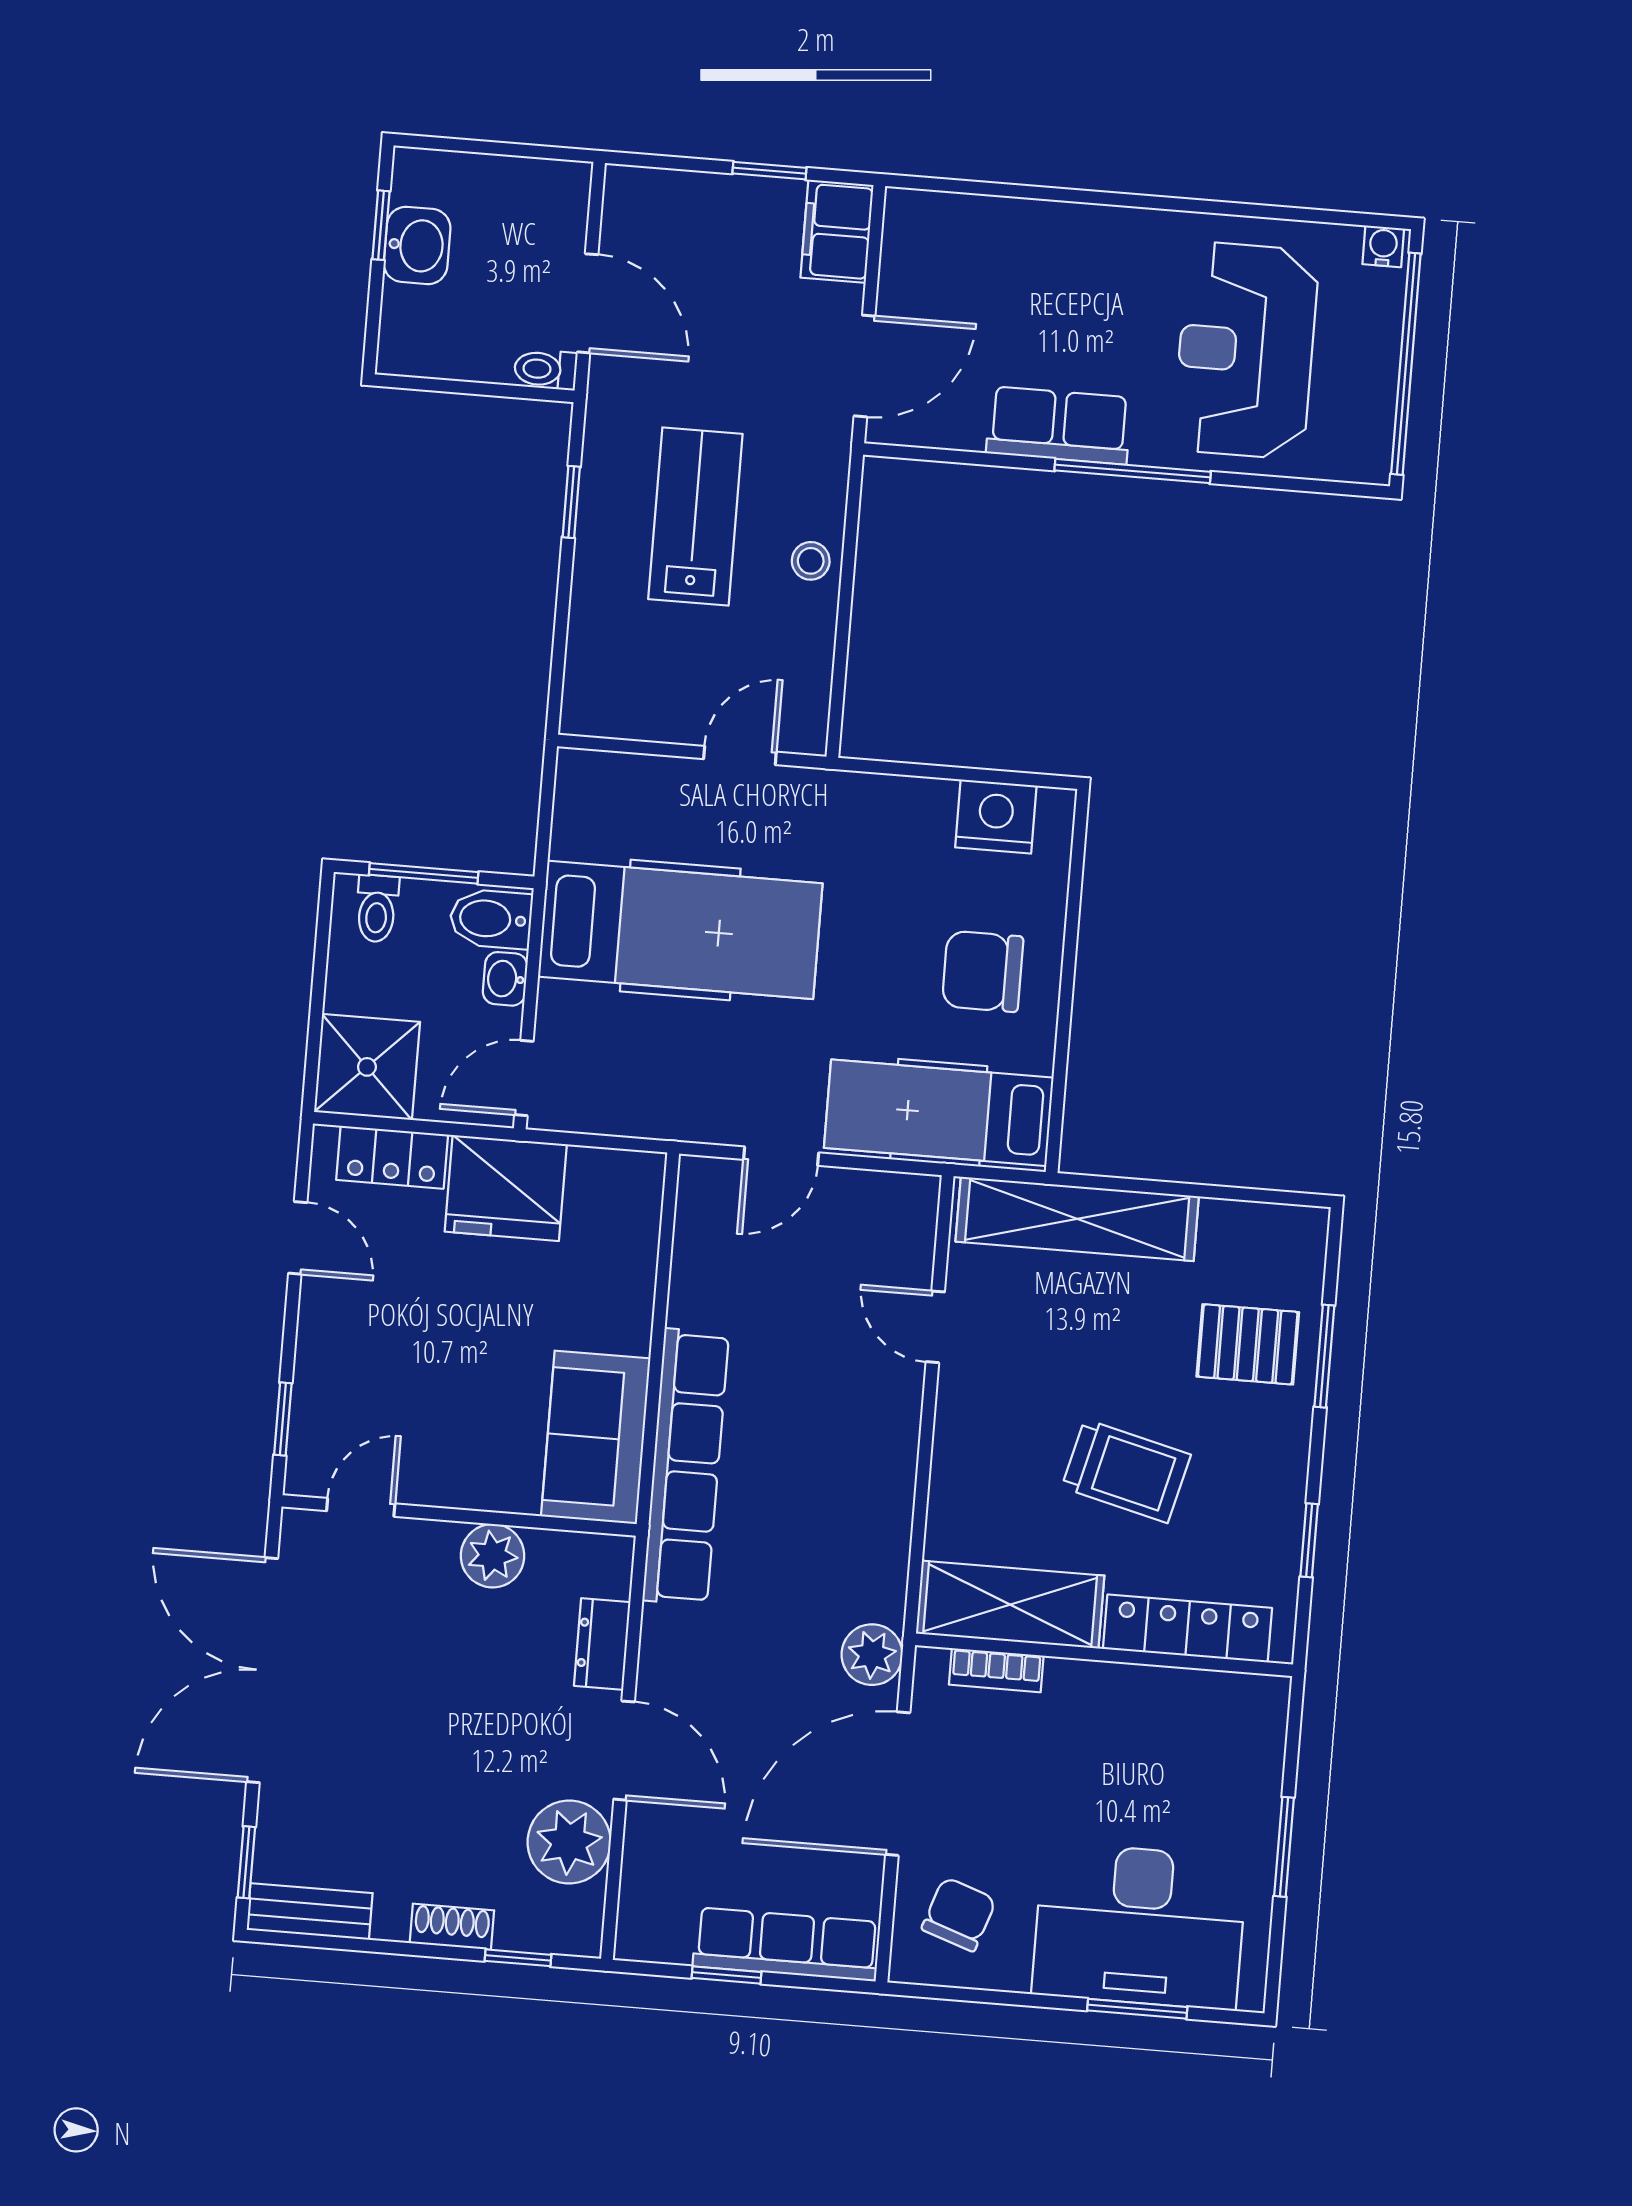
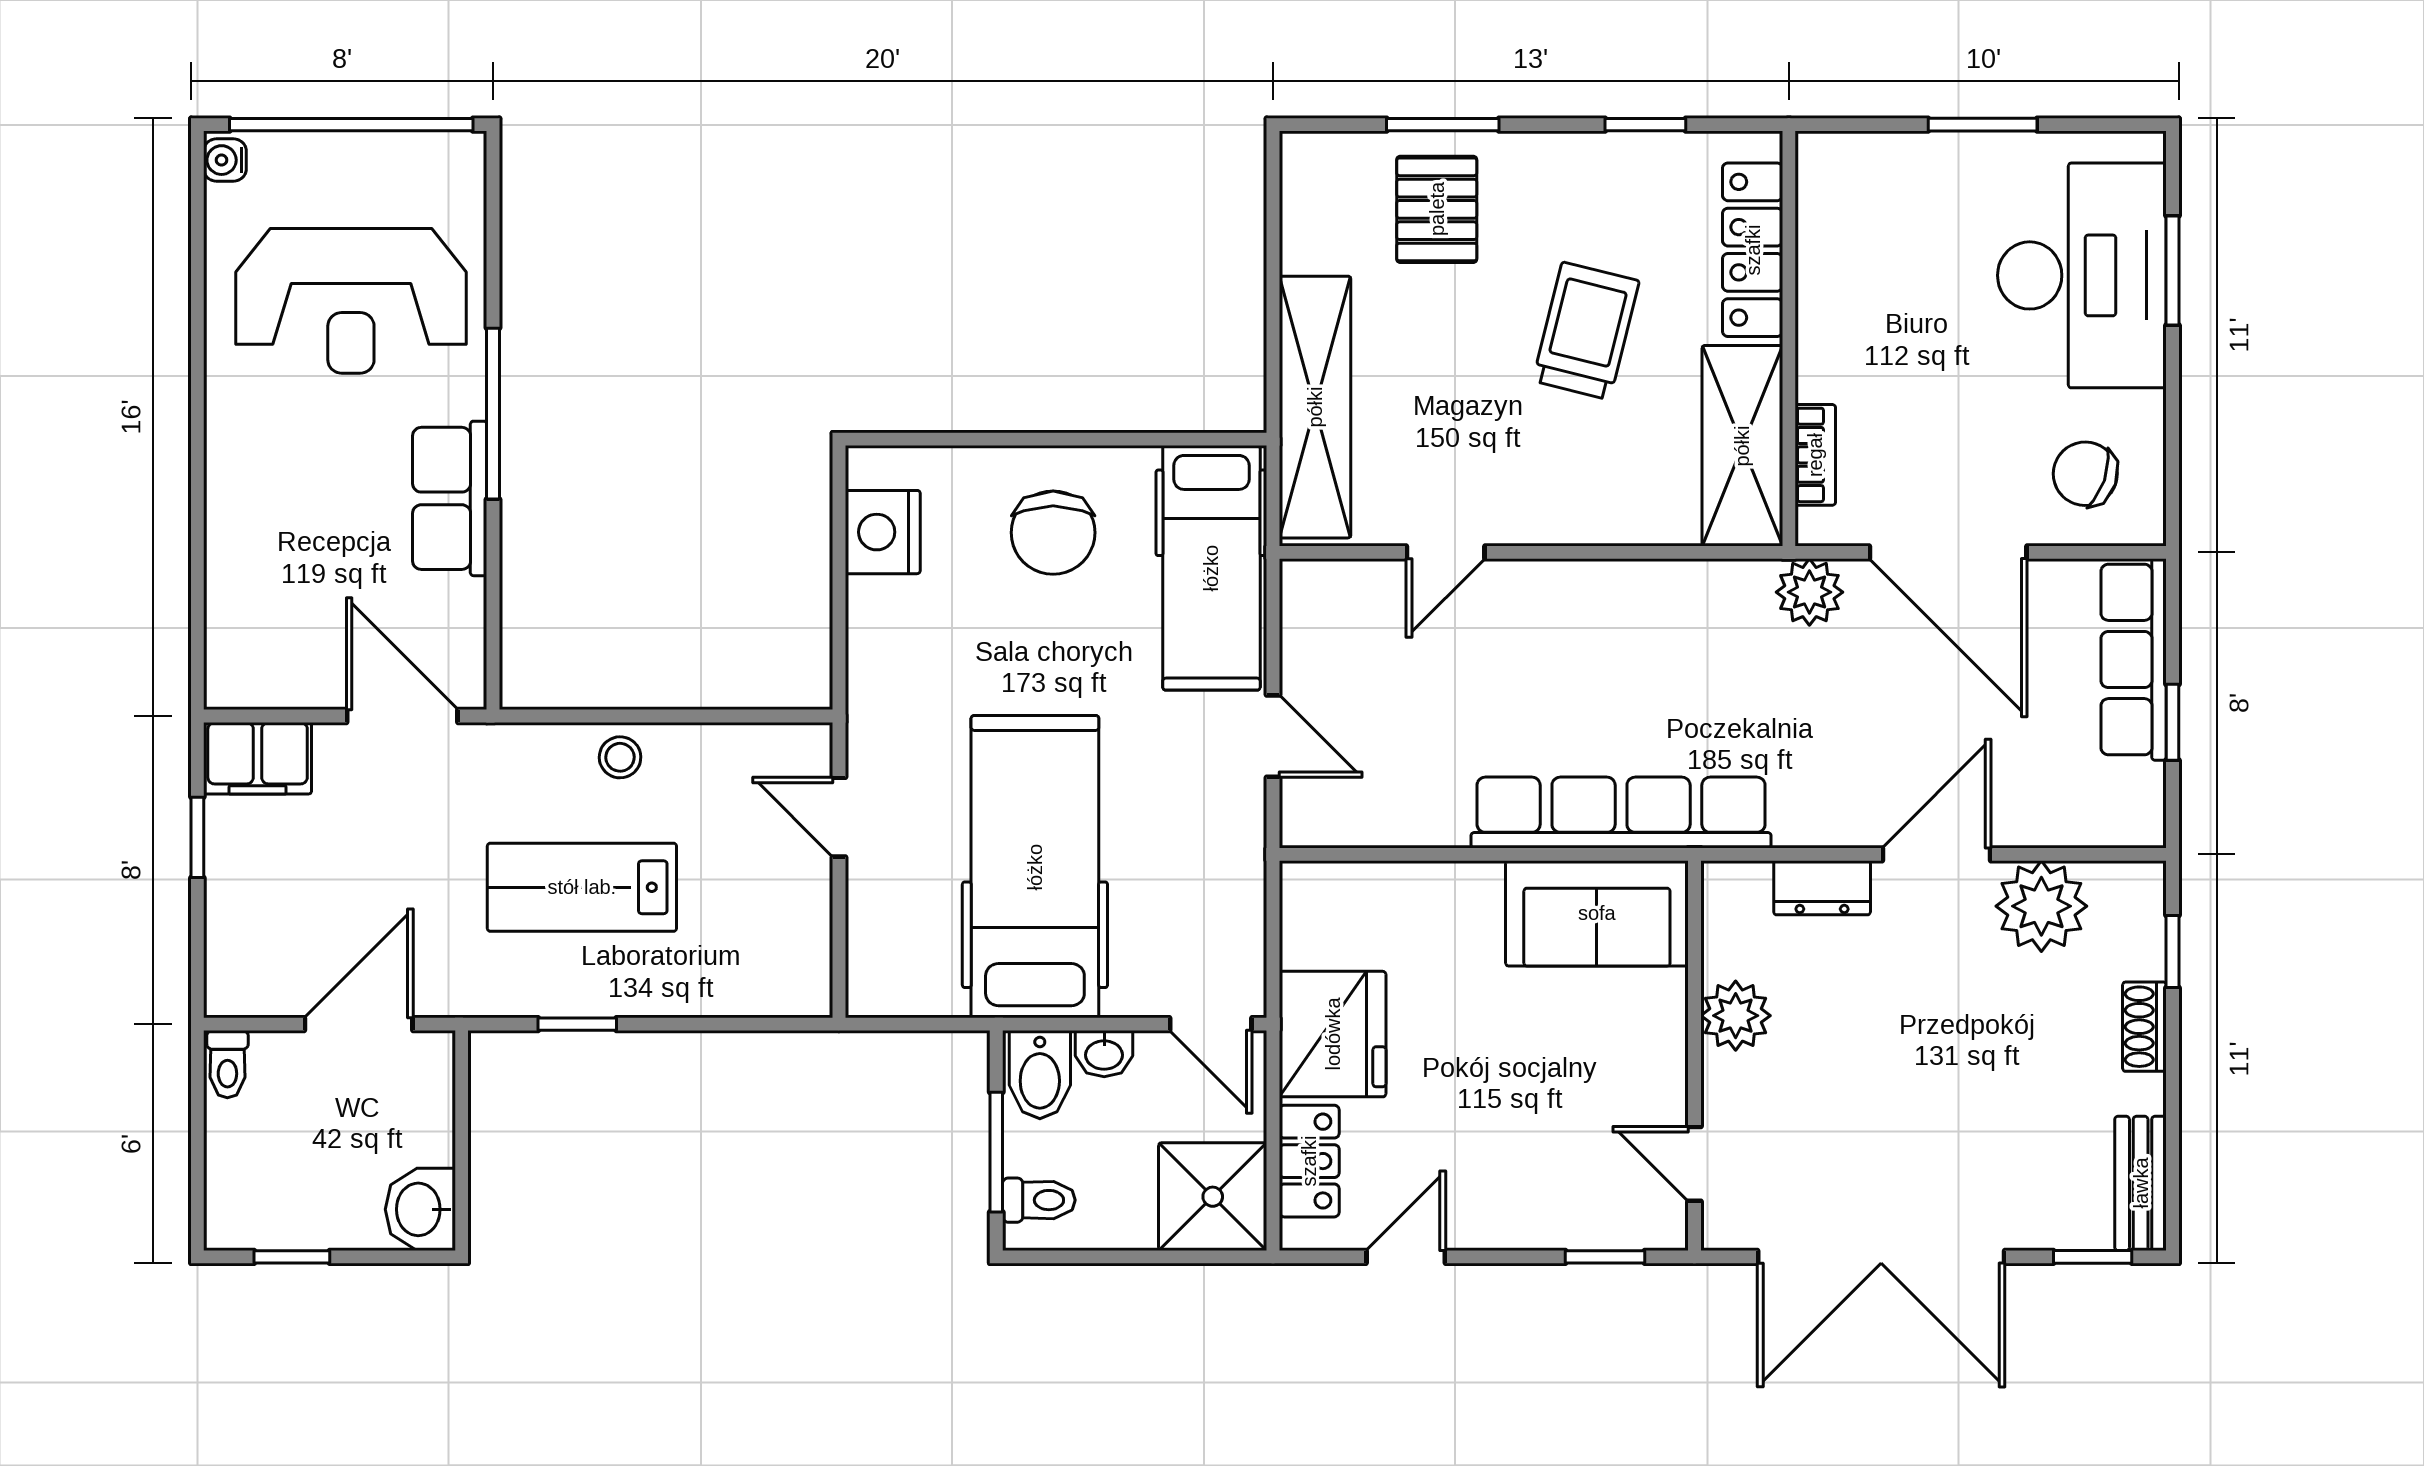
washbasin: (417, 245) -> (420, 1209), moved, turned -90
toilet: (546, 369) -> (227, 1064), moved

